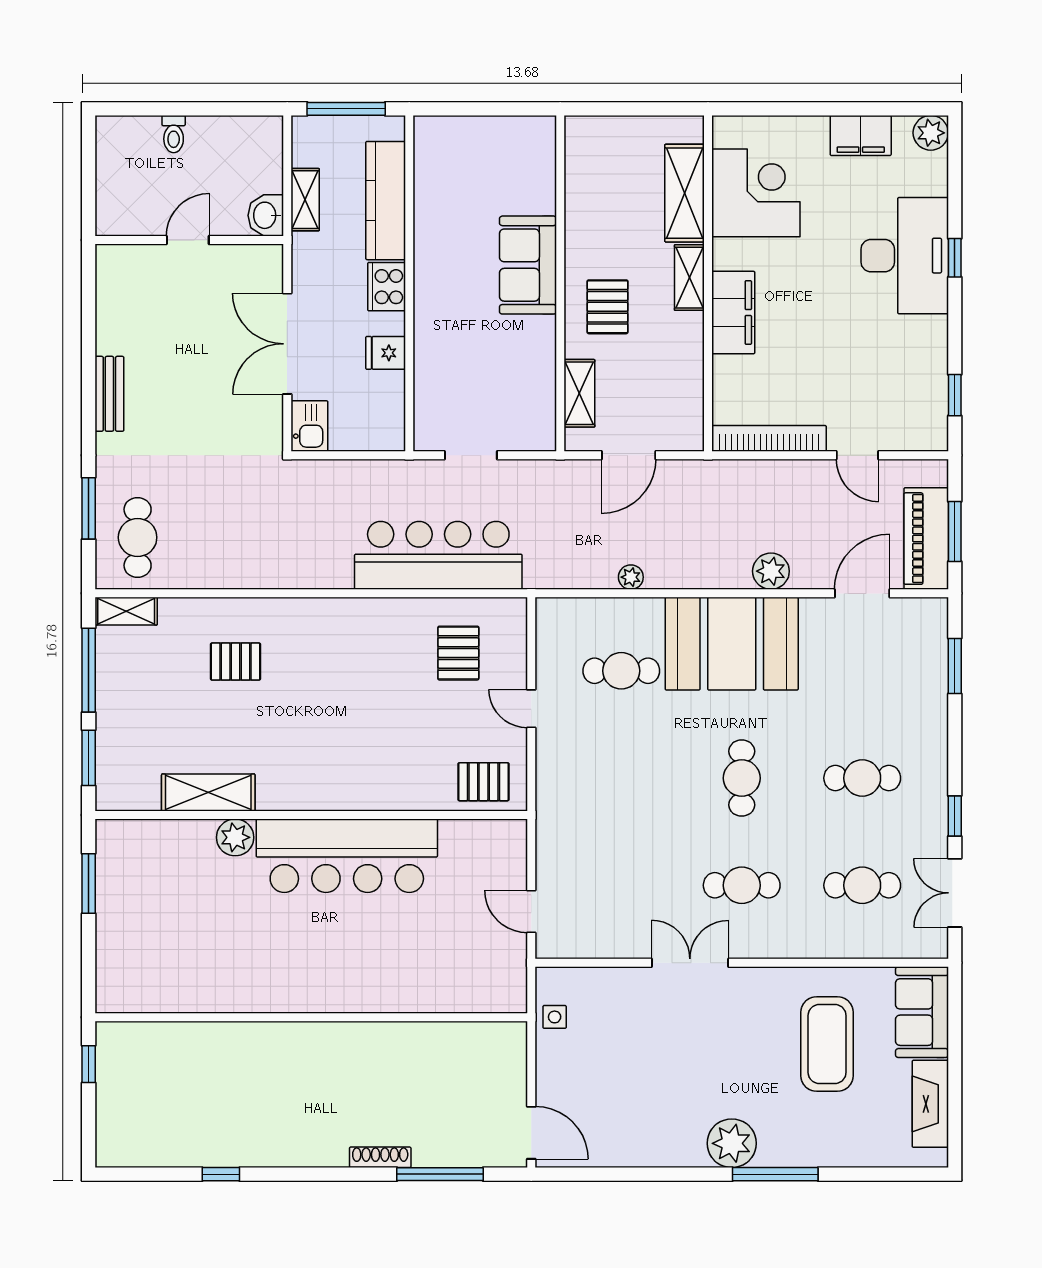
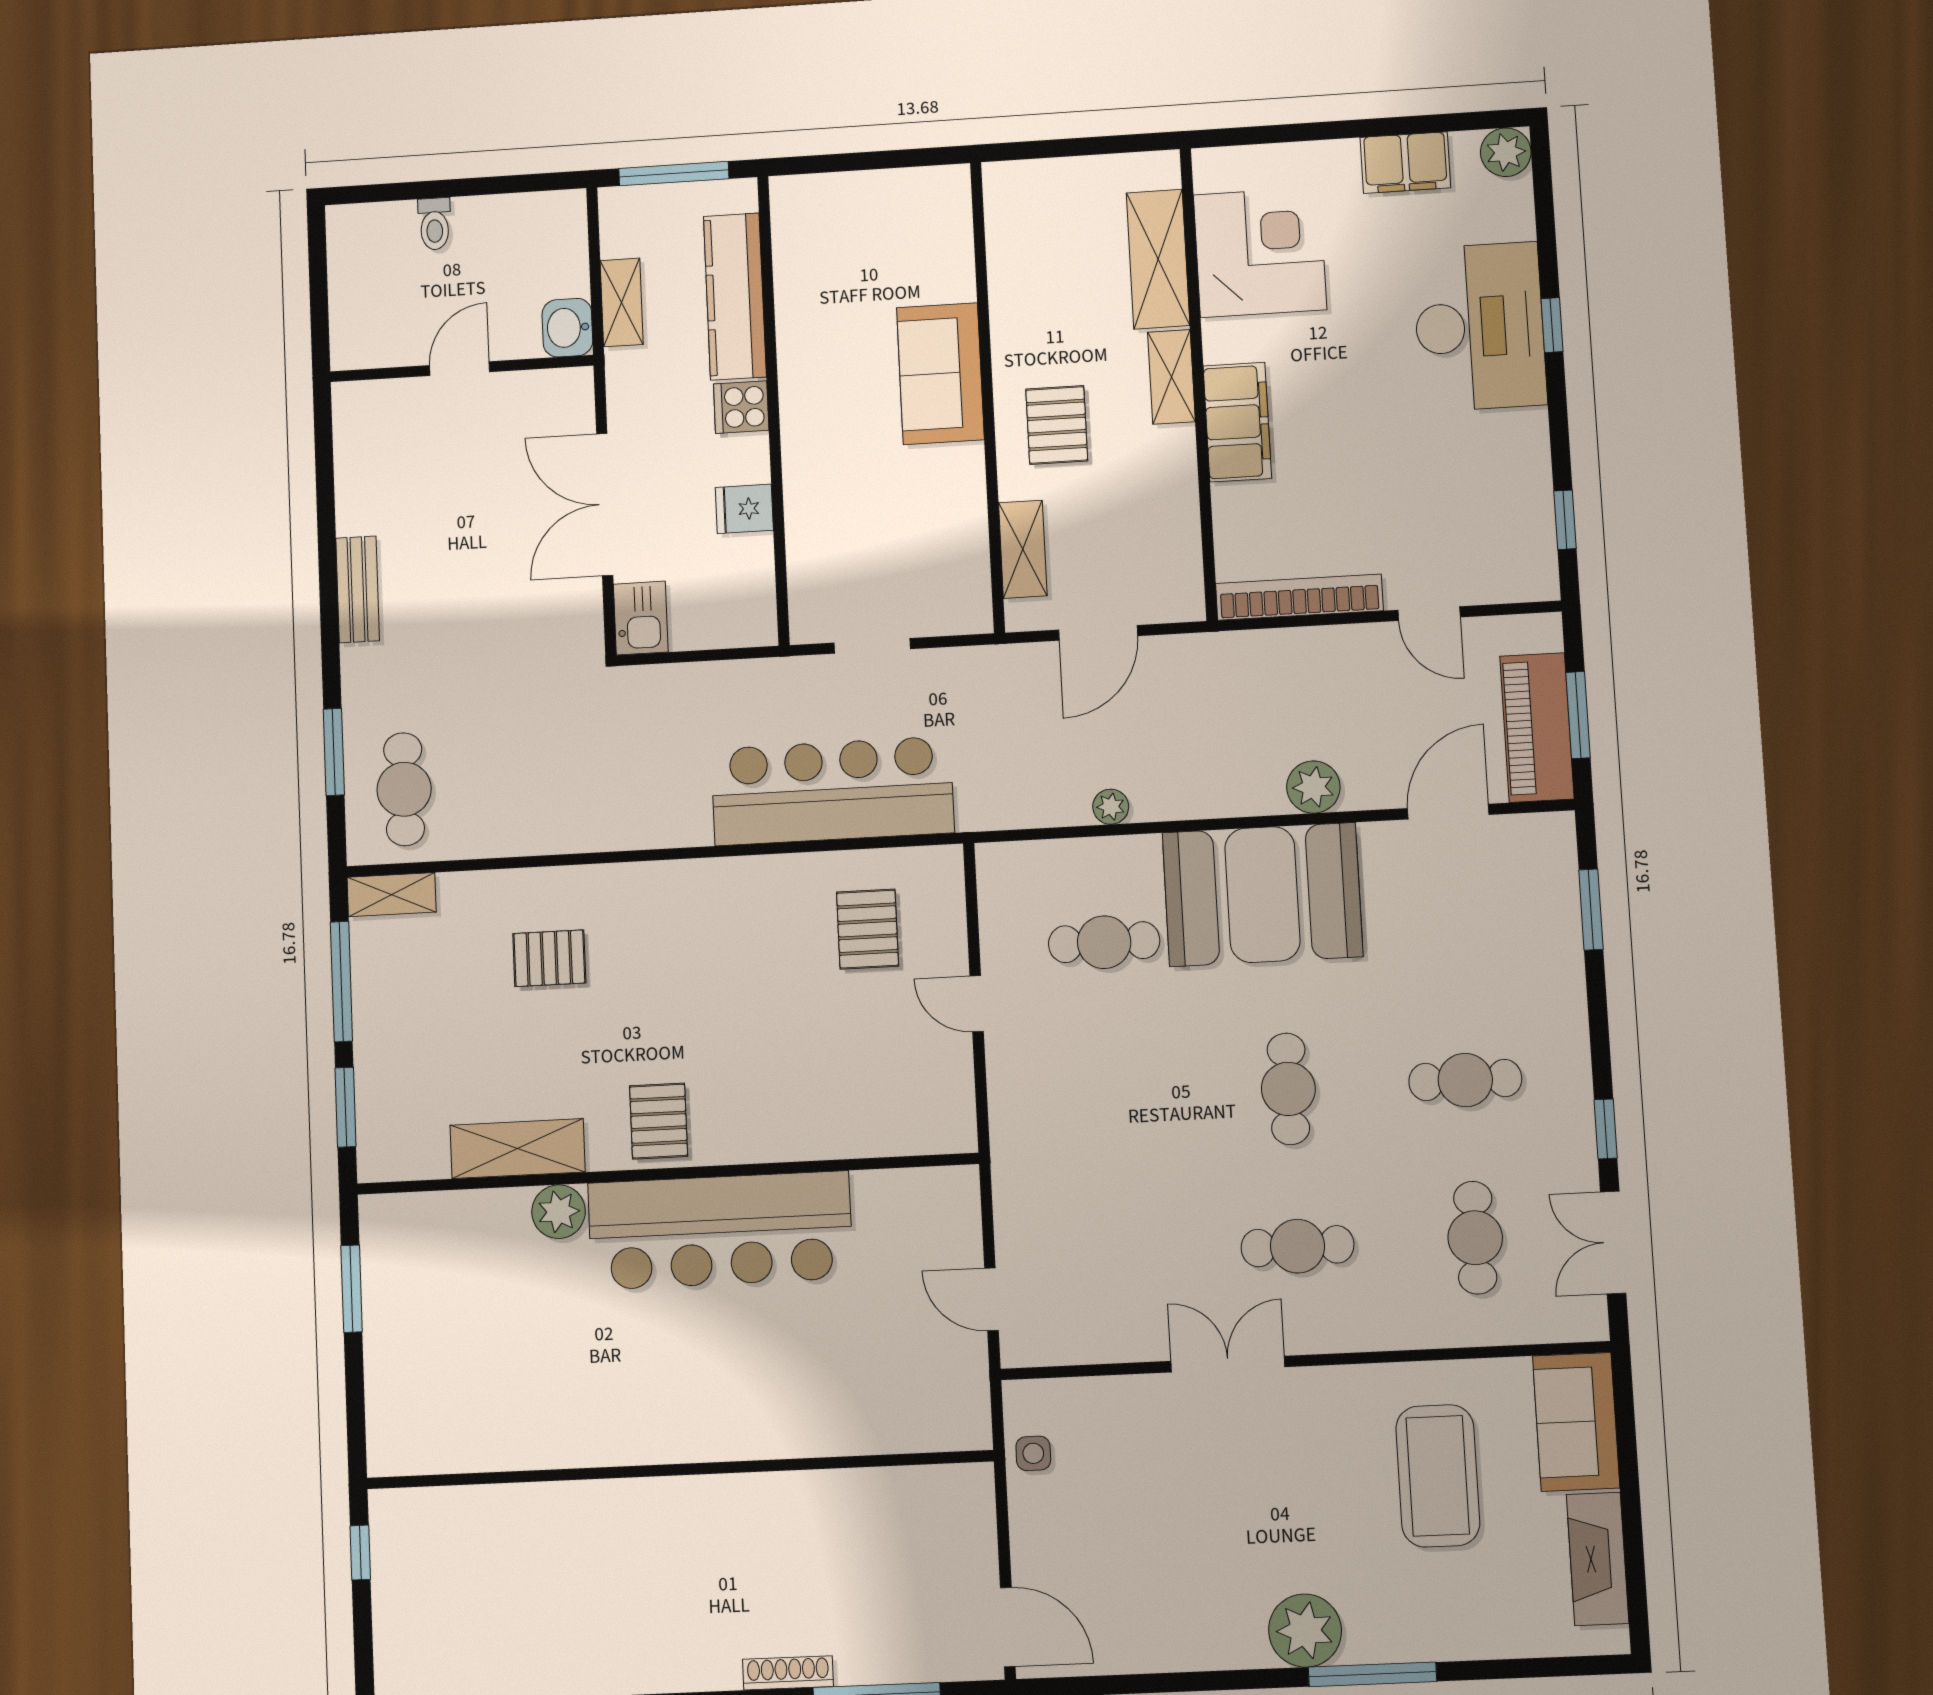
cooker: (387, 287) -> (741, 407), width x0.73
pallet: (483, 782) -> (659, 1121), moved, turned 90
cafe table: (862, 885) -> (1475, 1238), turned 90

